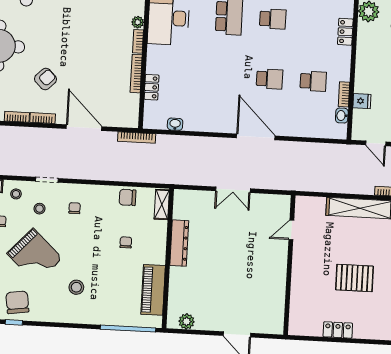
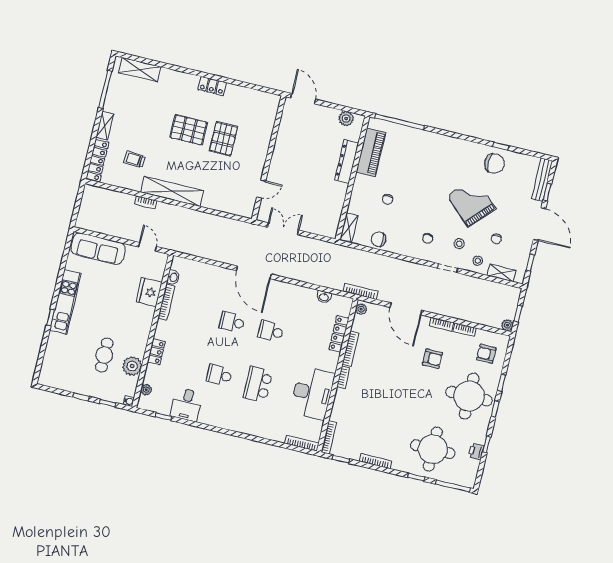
plant: (138, 22) -> (361, 309), moved
armchair: (46, 79) -> (432, 359), turned -135
school desk: (313, 81) -> (271, 331), moved
locker: (152, 87) -> (339, 334), width x1.53
bookcase: (344, 94) -> (166, 302), width x1.56
fridge: (362, 101) -> (149, 292), width x1.88, depth x1.34
chair: (128, 197) -> (379, 239), turned 180
door: (291, 230) -> (261, 189), moved
dresser: (179, 243) -> (347, 162), moved
wall: (289, 265) -> (269, 158), moved
pallet: (315, 275) -> (224, 139), added
stool: (76, 287) -> (439, 167), removed
chair: (17, 302) -> (494, 163), turned -82

